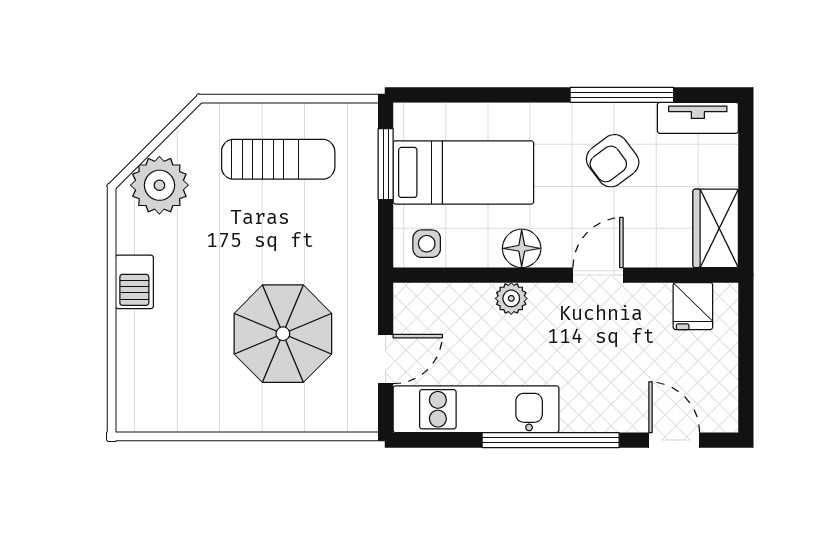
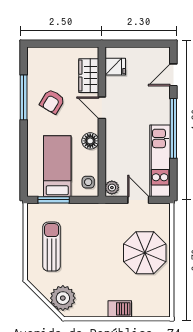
tv unit: (698, 118) -> (34, 64), removed
armchair: (613, 161) -> (52, 101), turned 68
wardrobe: (716, 228) -> (89, 76), moved, turned 90
barbecue: (134, 282) -> (120, 309), moved
plant: (511, 298) -> (112, 188), moved
parasol: (283, 334) -> (145, 253), moved

